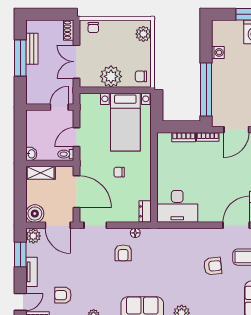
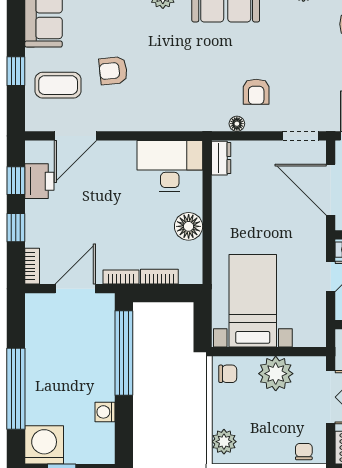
floor lamp: (166, 169) -> (189, 226), added
chair: (119, 172) -> (263, 221), removed
armchair: (123, 253) -> (256, 92), turned 180

